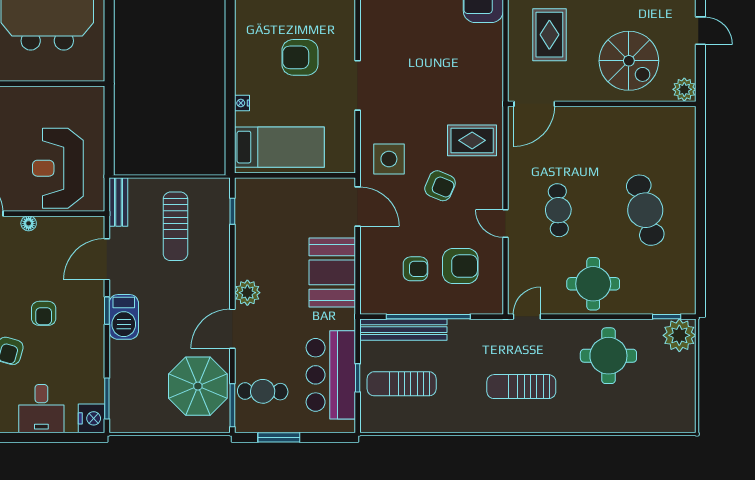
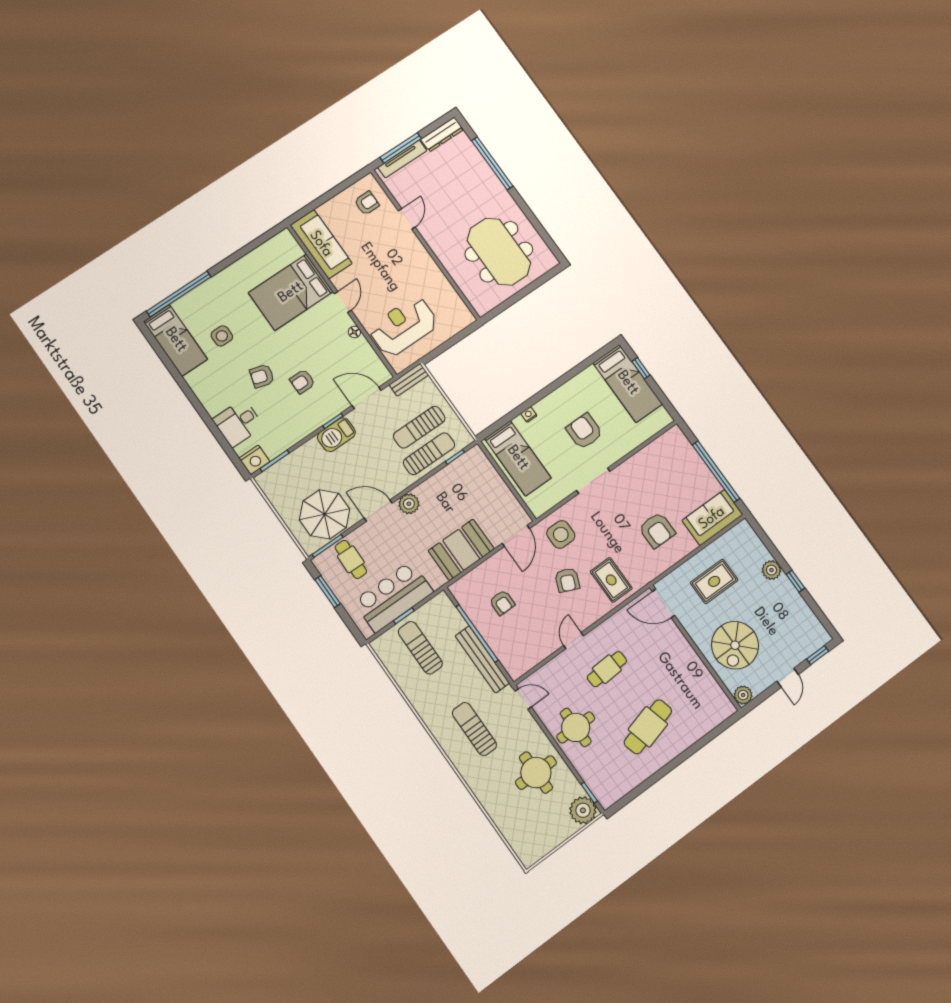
sun lounger: (210, 236) -> (429, 454), added
armchair: (460, 266) -> (657, 530), moved
bench: (403, 330) -> (482, 659), moved

